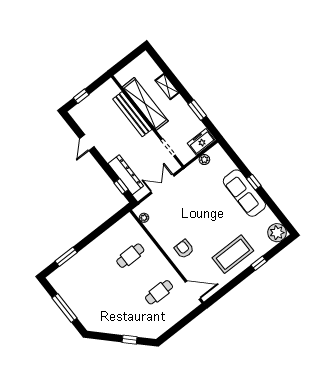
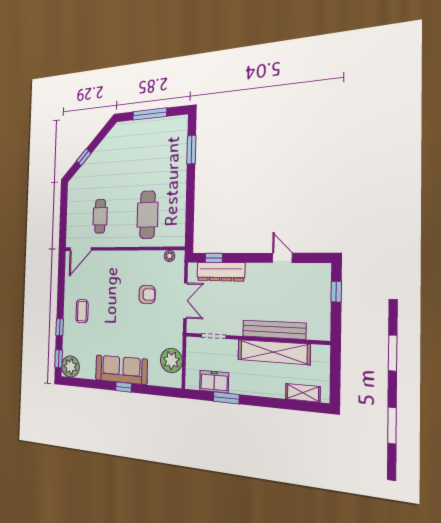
shelving: (167, 87) -> (303, 393), moved
freezer: (201, 142) -> (214, 382), moved, turned -90
plant: (204, 160) -> (171, 360), width x1.87, depth x1.87
window: (280, 246) -> (59, 359), added
armchair: (184, 249) -> (147, 294), moved
coffee table: (233, 254) -> (82, 311), width x0.54, depth x0.58
cafe table: (130, 256) -> (148, 215), width x1.37, depth x1.35

